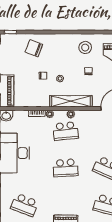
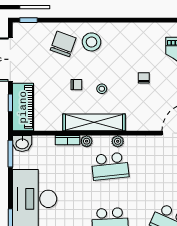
chair: (34, 48) -> (63, 44), turned 89
stool: (85, 48) -> (92, 42), moved
shelving: (71, 101) -> (94, 122), moved

